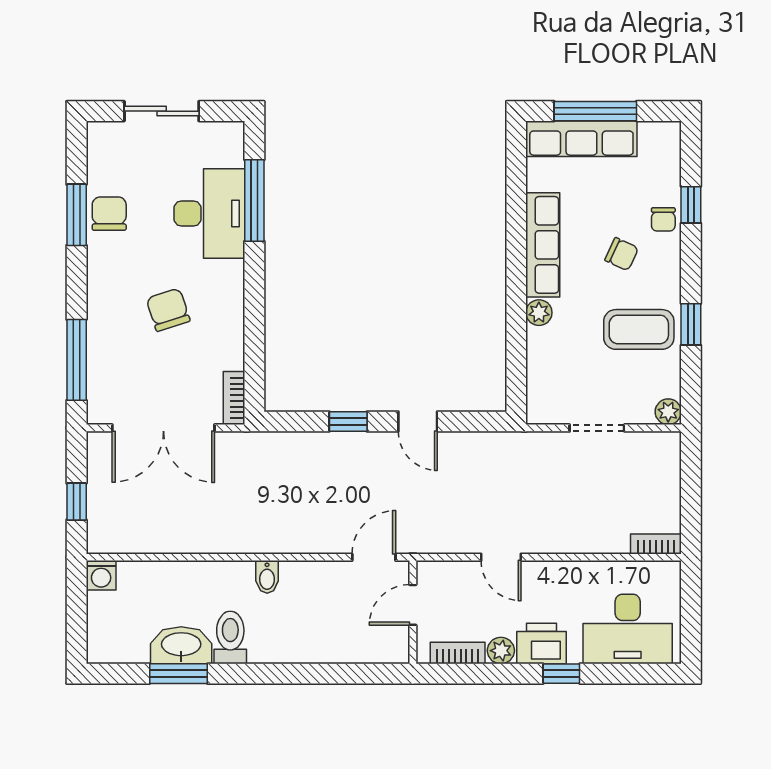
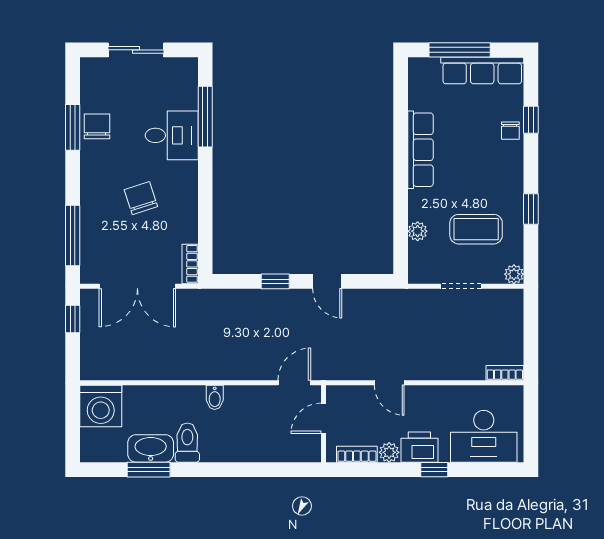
row of seats: (581, 139) -> (482, 71), moved
desk: (209, 213) -> (172, 135), width x0.73
chair: (622, 254) -> (479, 157), removed
plant: (539, 313) -> (418, 231), moved
coffee table: (639, 329) -> (476, 229), moved
window: (77, 502) -> (73, 319), moved
washing machine: (101, 575) -> (101, 406), width x1.89, depth x1.89

